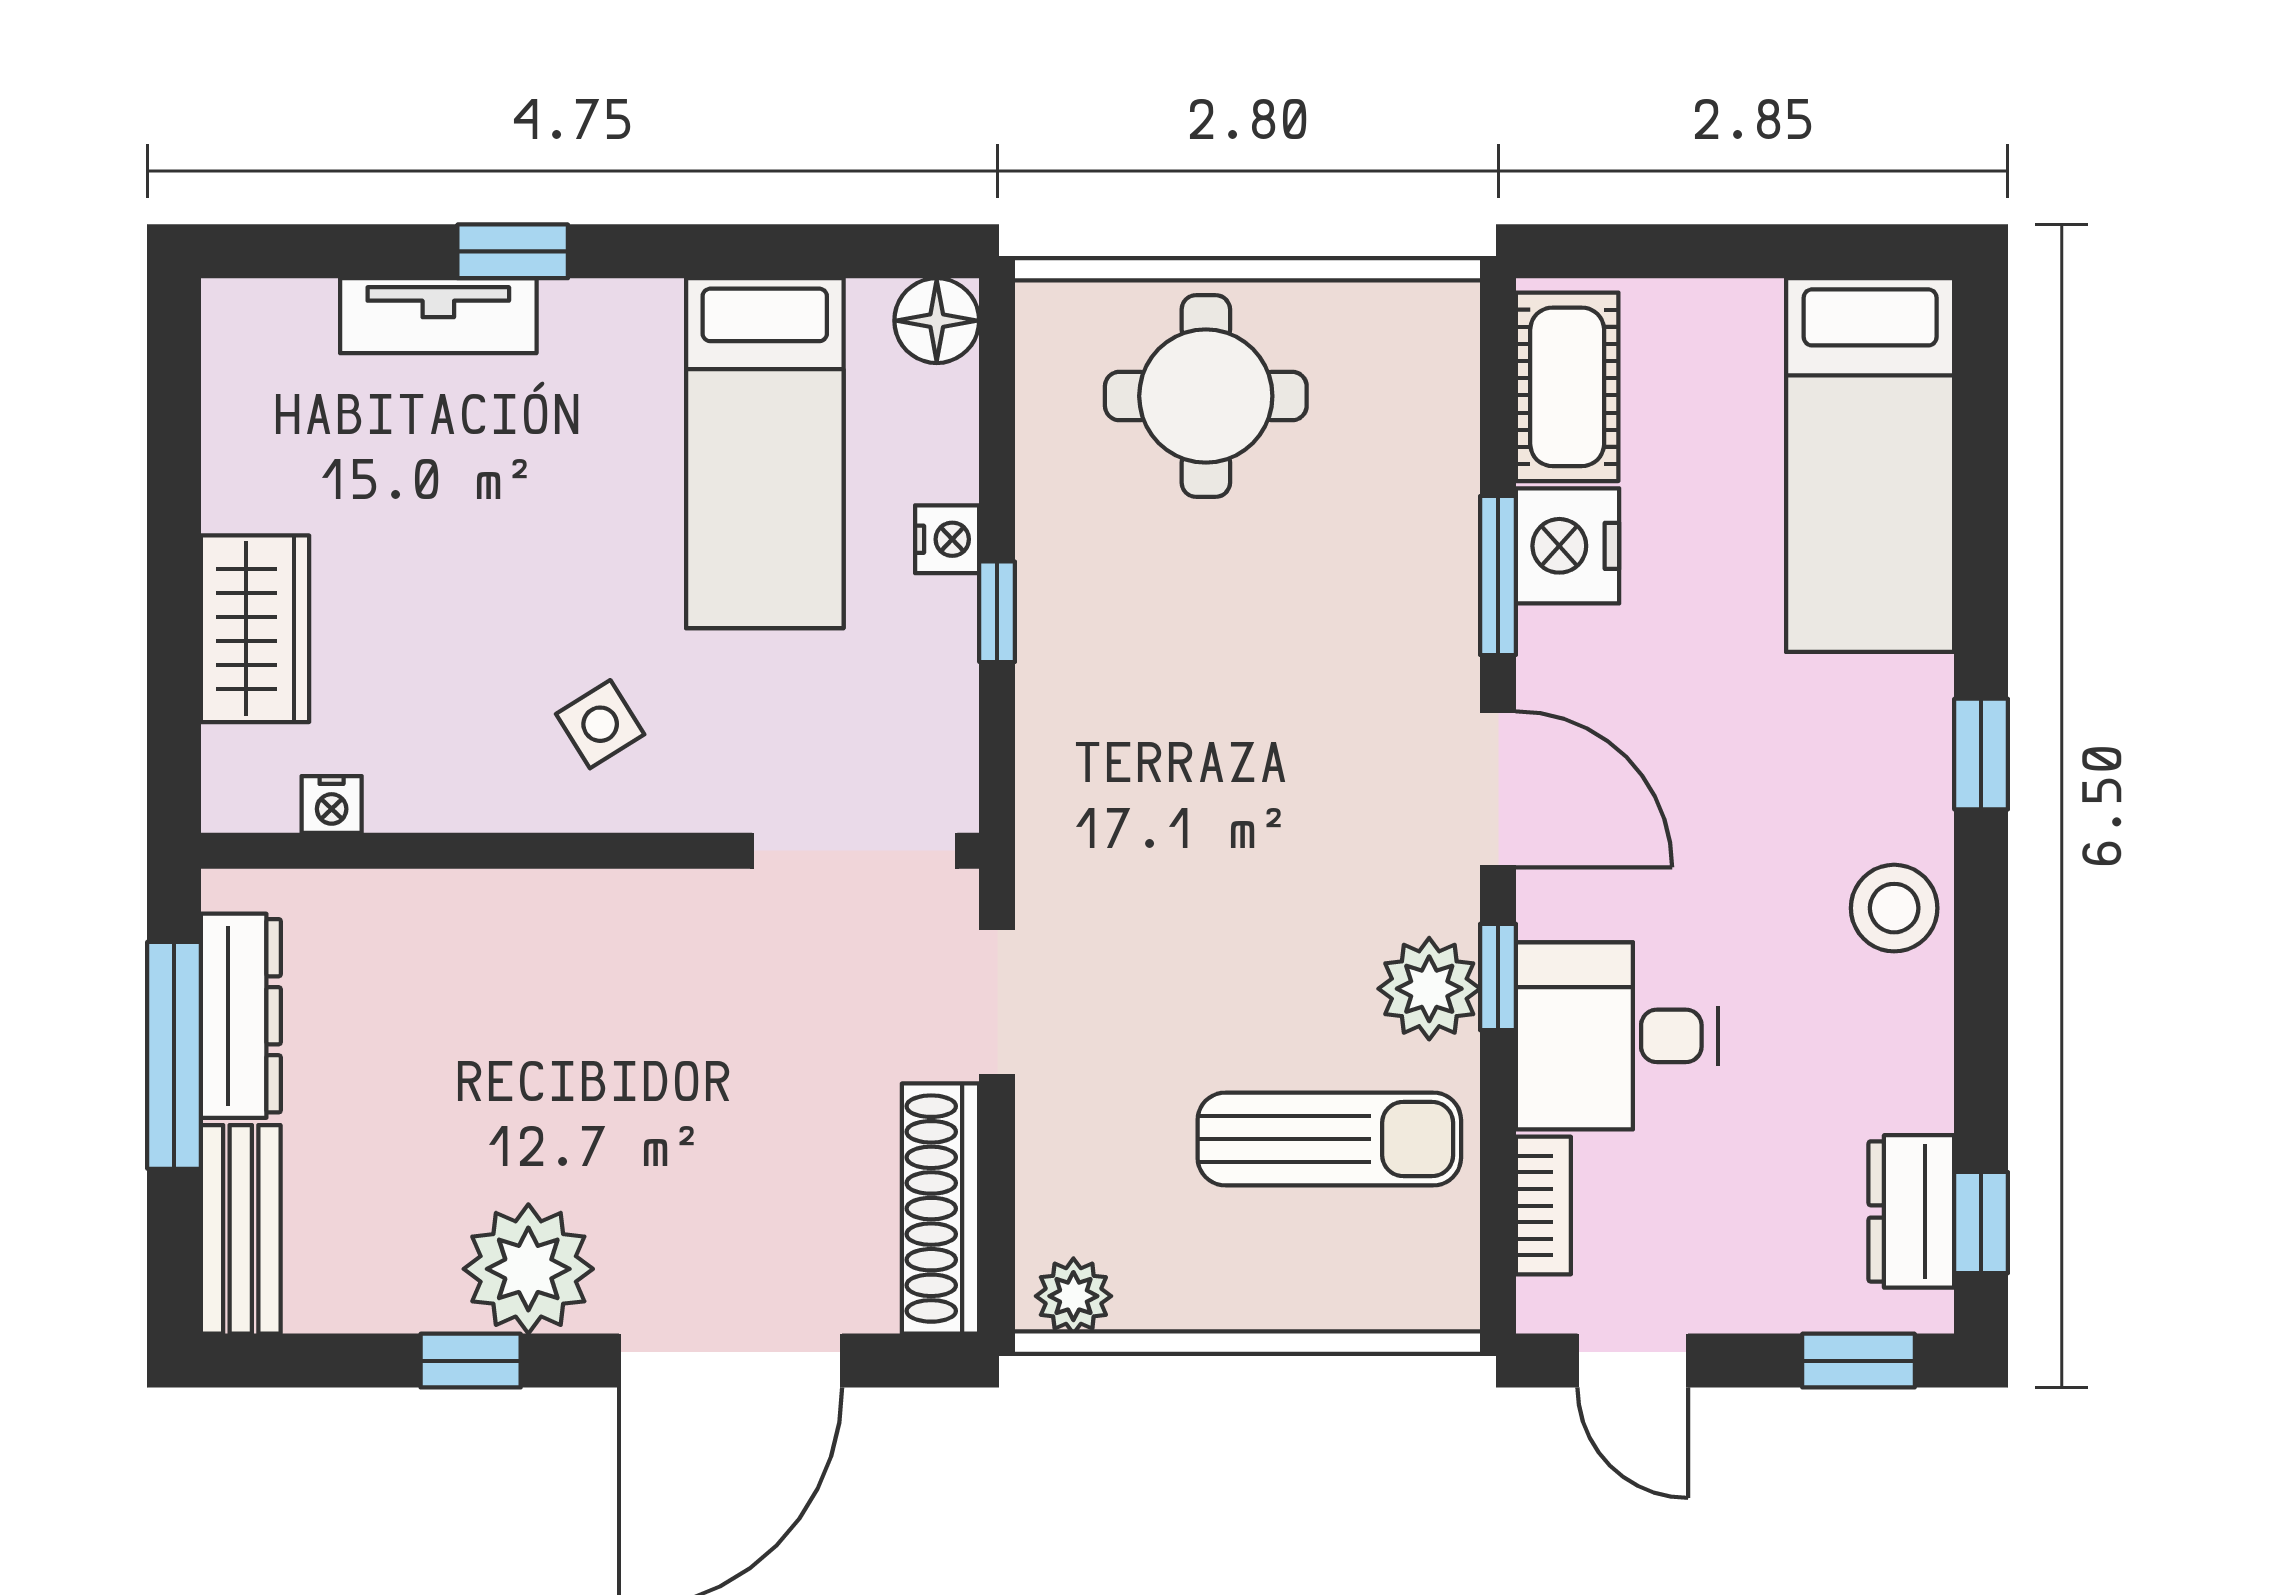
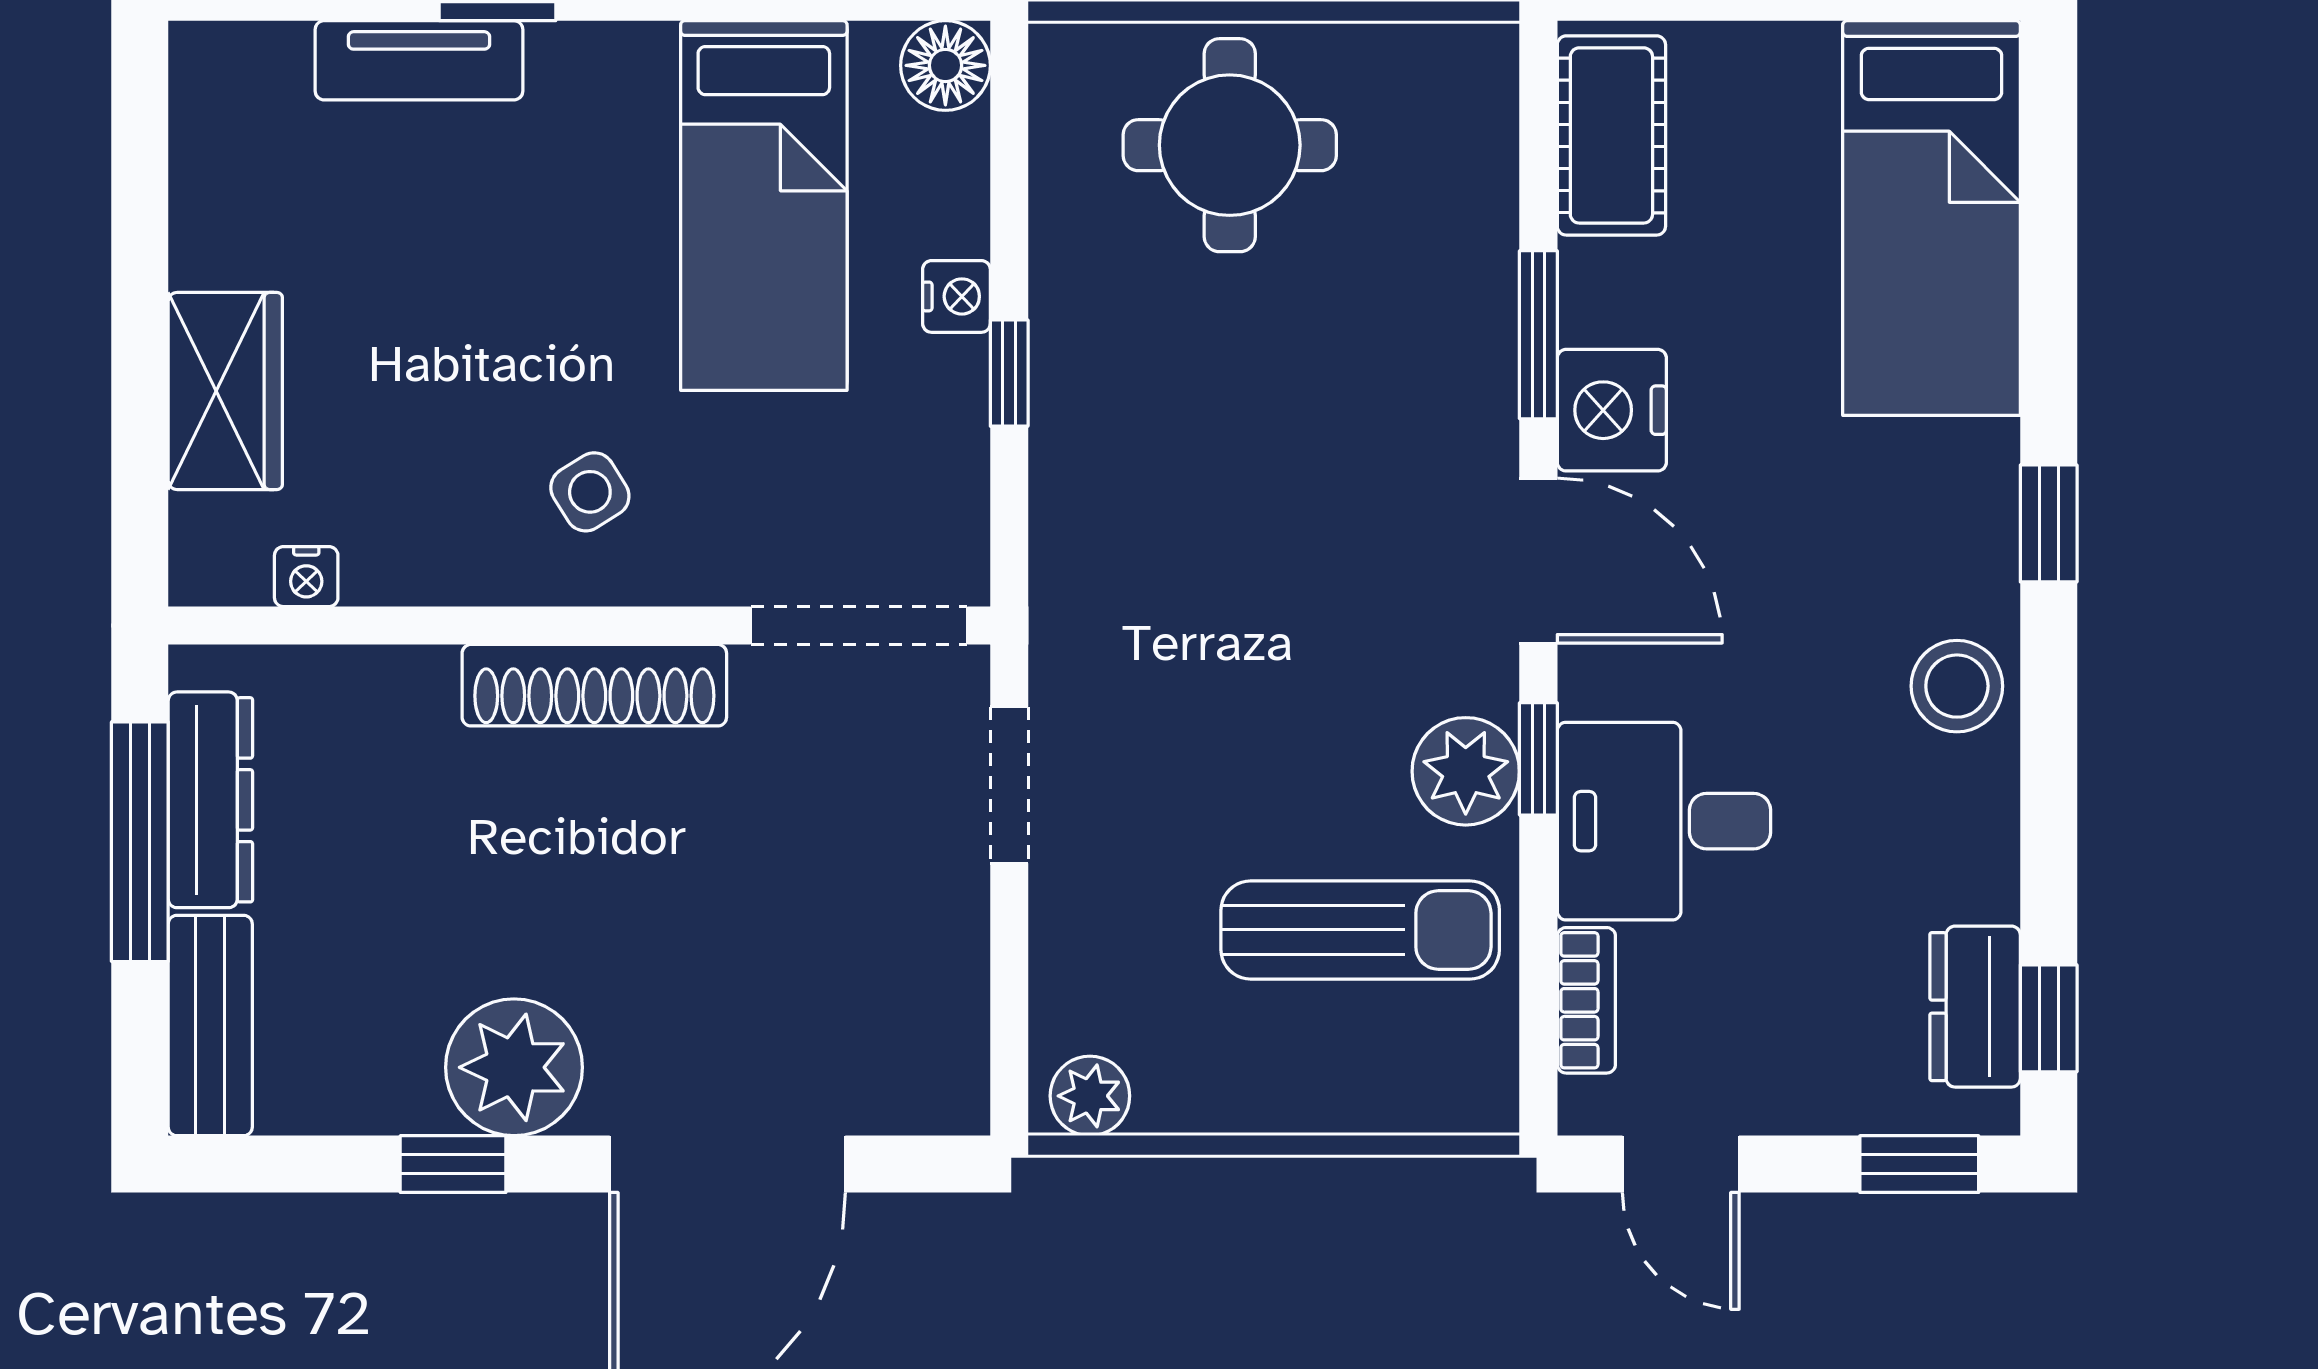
nightstand: (1568, 546) -> (1612, 410), moved
shoe rack: (941, 1209) -> (594, 685), moved, turned -90

